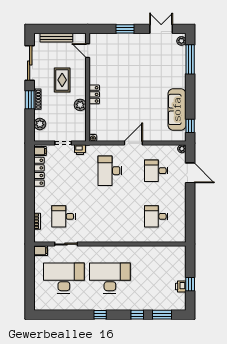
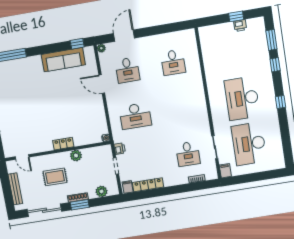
door: (88, 51) -> (22, 157), hinge flipped
door: (133, 143) -> (102, 84), moved

